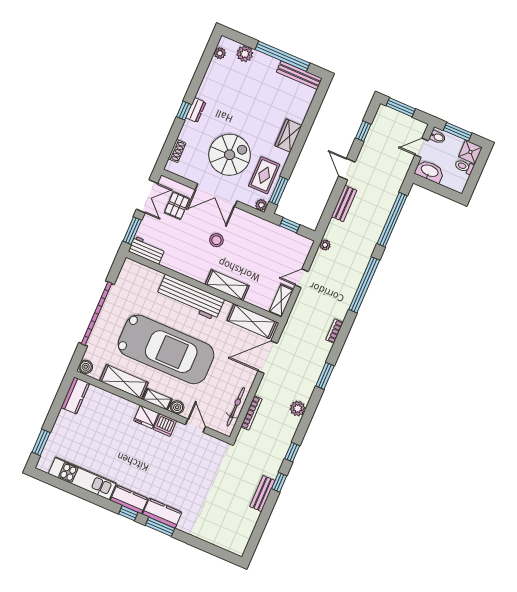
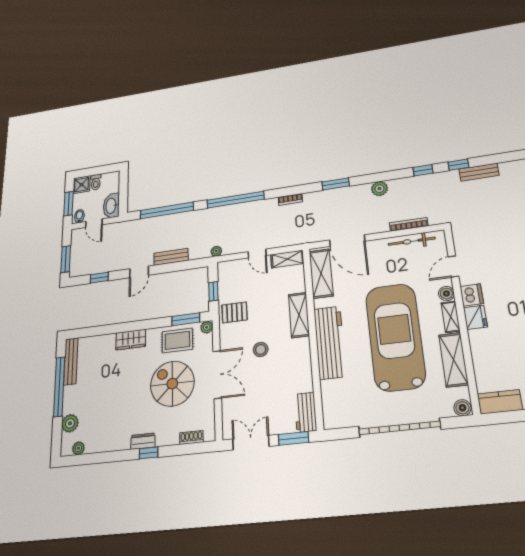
pallet: (177, 206) -> (234, 312), moved

